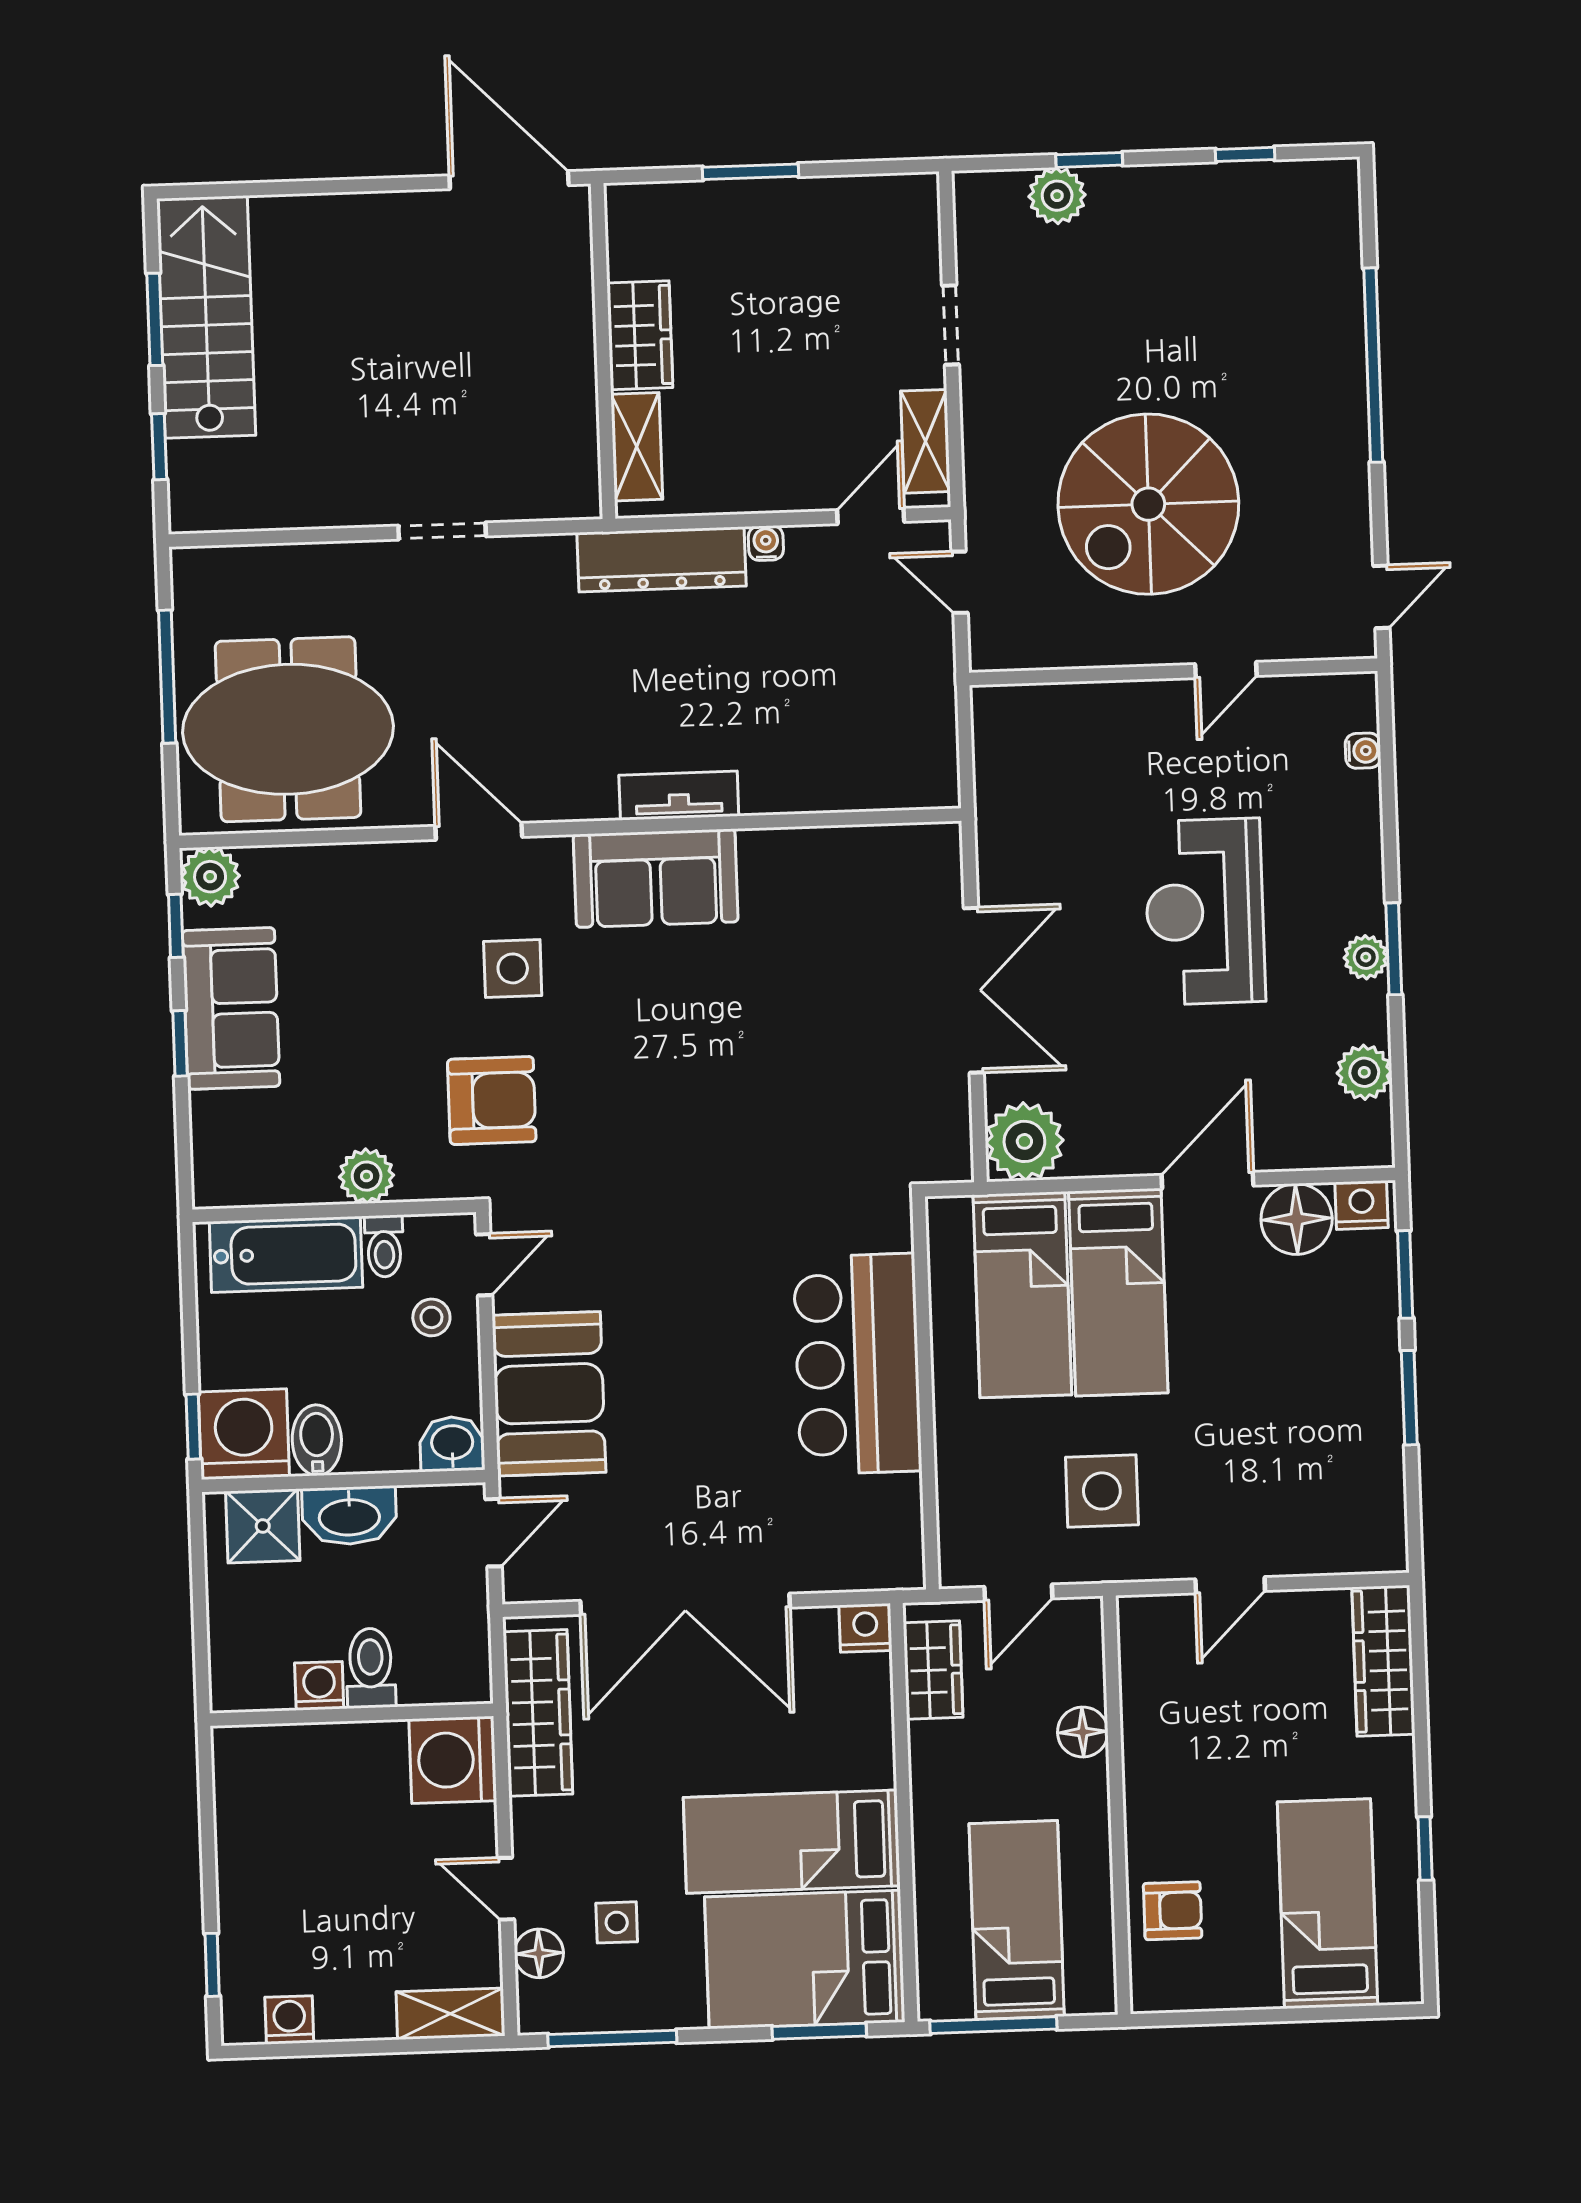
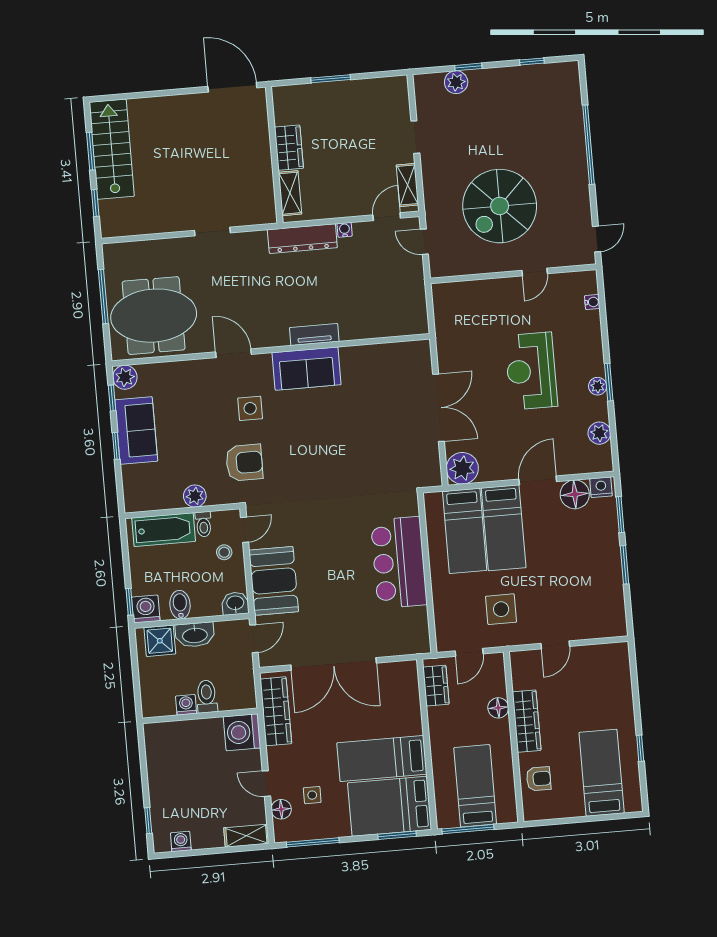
washing machine: (244, 1434) -> (146, 609), width x0.73, depth x0.73
nightstand: (865, 1628) -> (407, 670), removed
wardrobe: (1383, 1661) -> (527, 721), moved, turned 180

